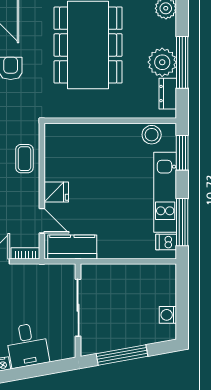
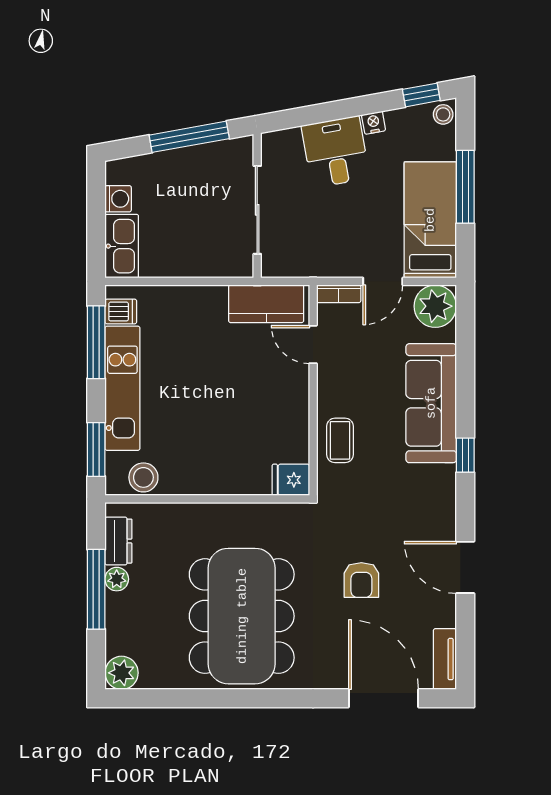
plant: (162, 62) -> (117, 579), width x0.53, depth x0.53
fridge: (56, 192) -> (291, 480), moved
kitchen sink: (166, 284) -> (122, 246), added

